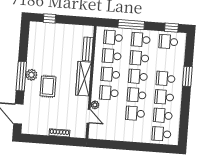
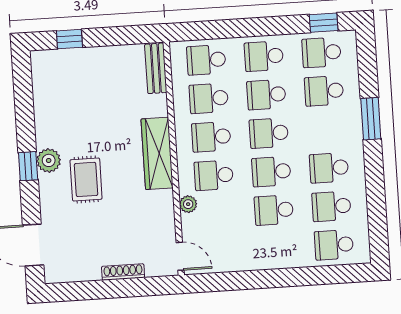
window: (131, 25) -> (240, 28), removed
bench: (88, 49) -> (156, 68), moved
window: (21, 76) -> (28, 166), width x0.46
school desk: (166, 79) -> (324, 91), moved
door: (89, 116) -> (180, 256), moved

